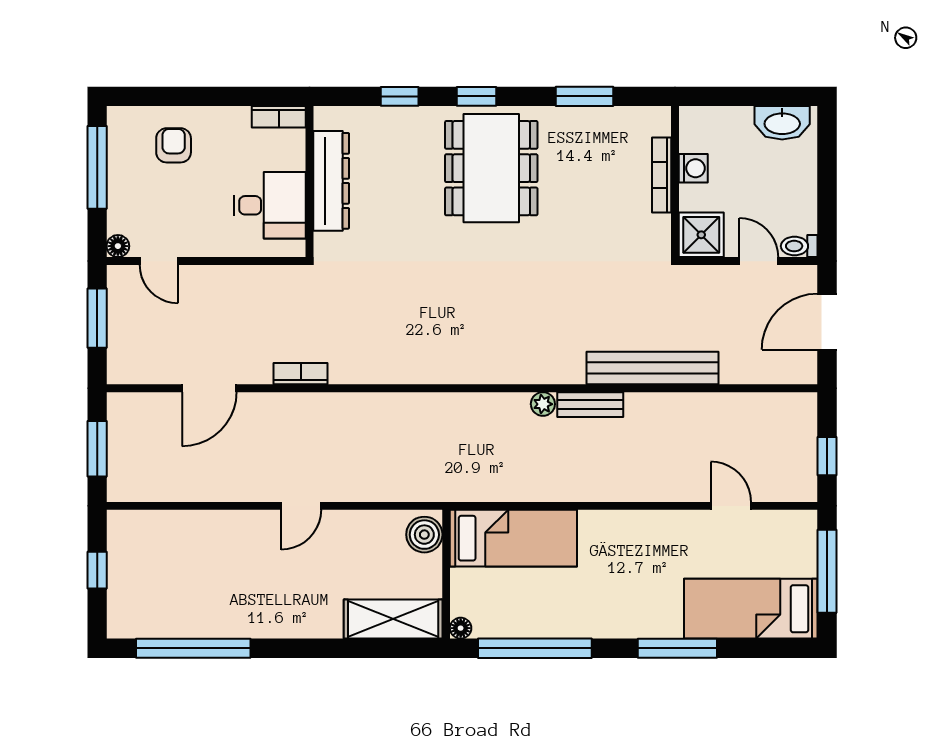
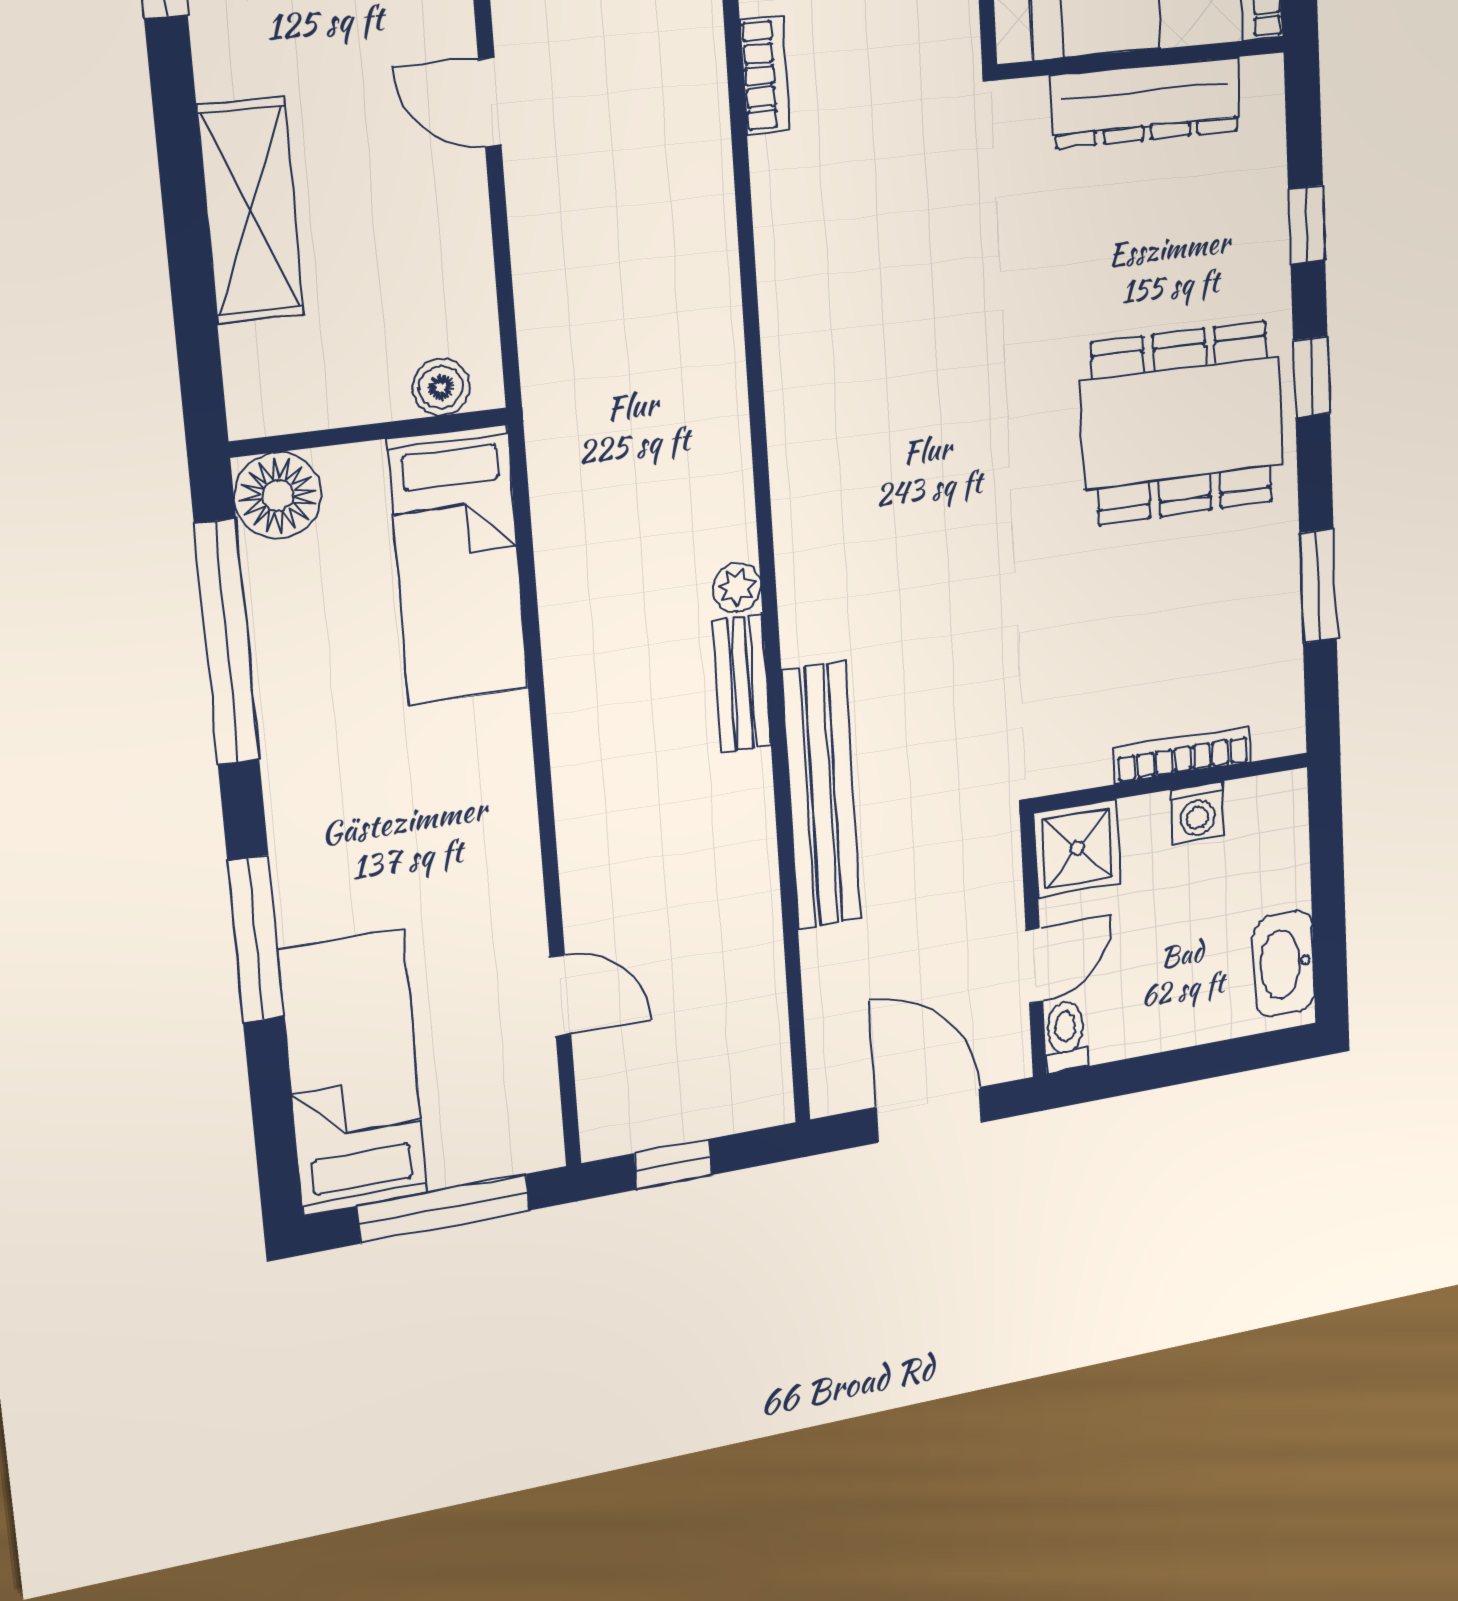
door: (731, 506) -> (560, 996), hinge flipped
boiler: (424, 535) -> (441, 387), width x0.73, depth x0.73
shelving: (393, 619) -> (251, 211), moved
floor lamp: (461, 628) -> (278, 496), width x1.89, depth x1.89

